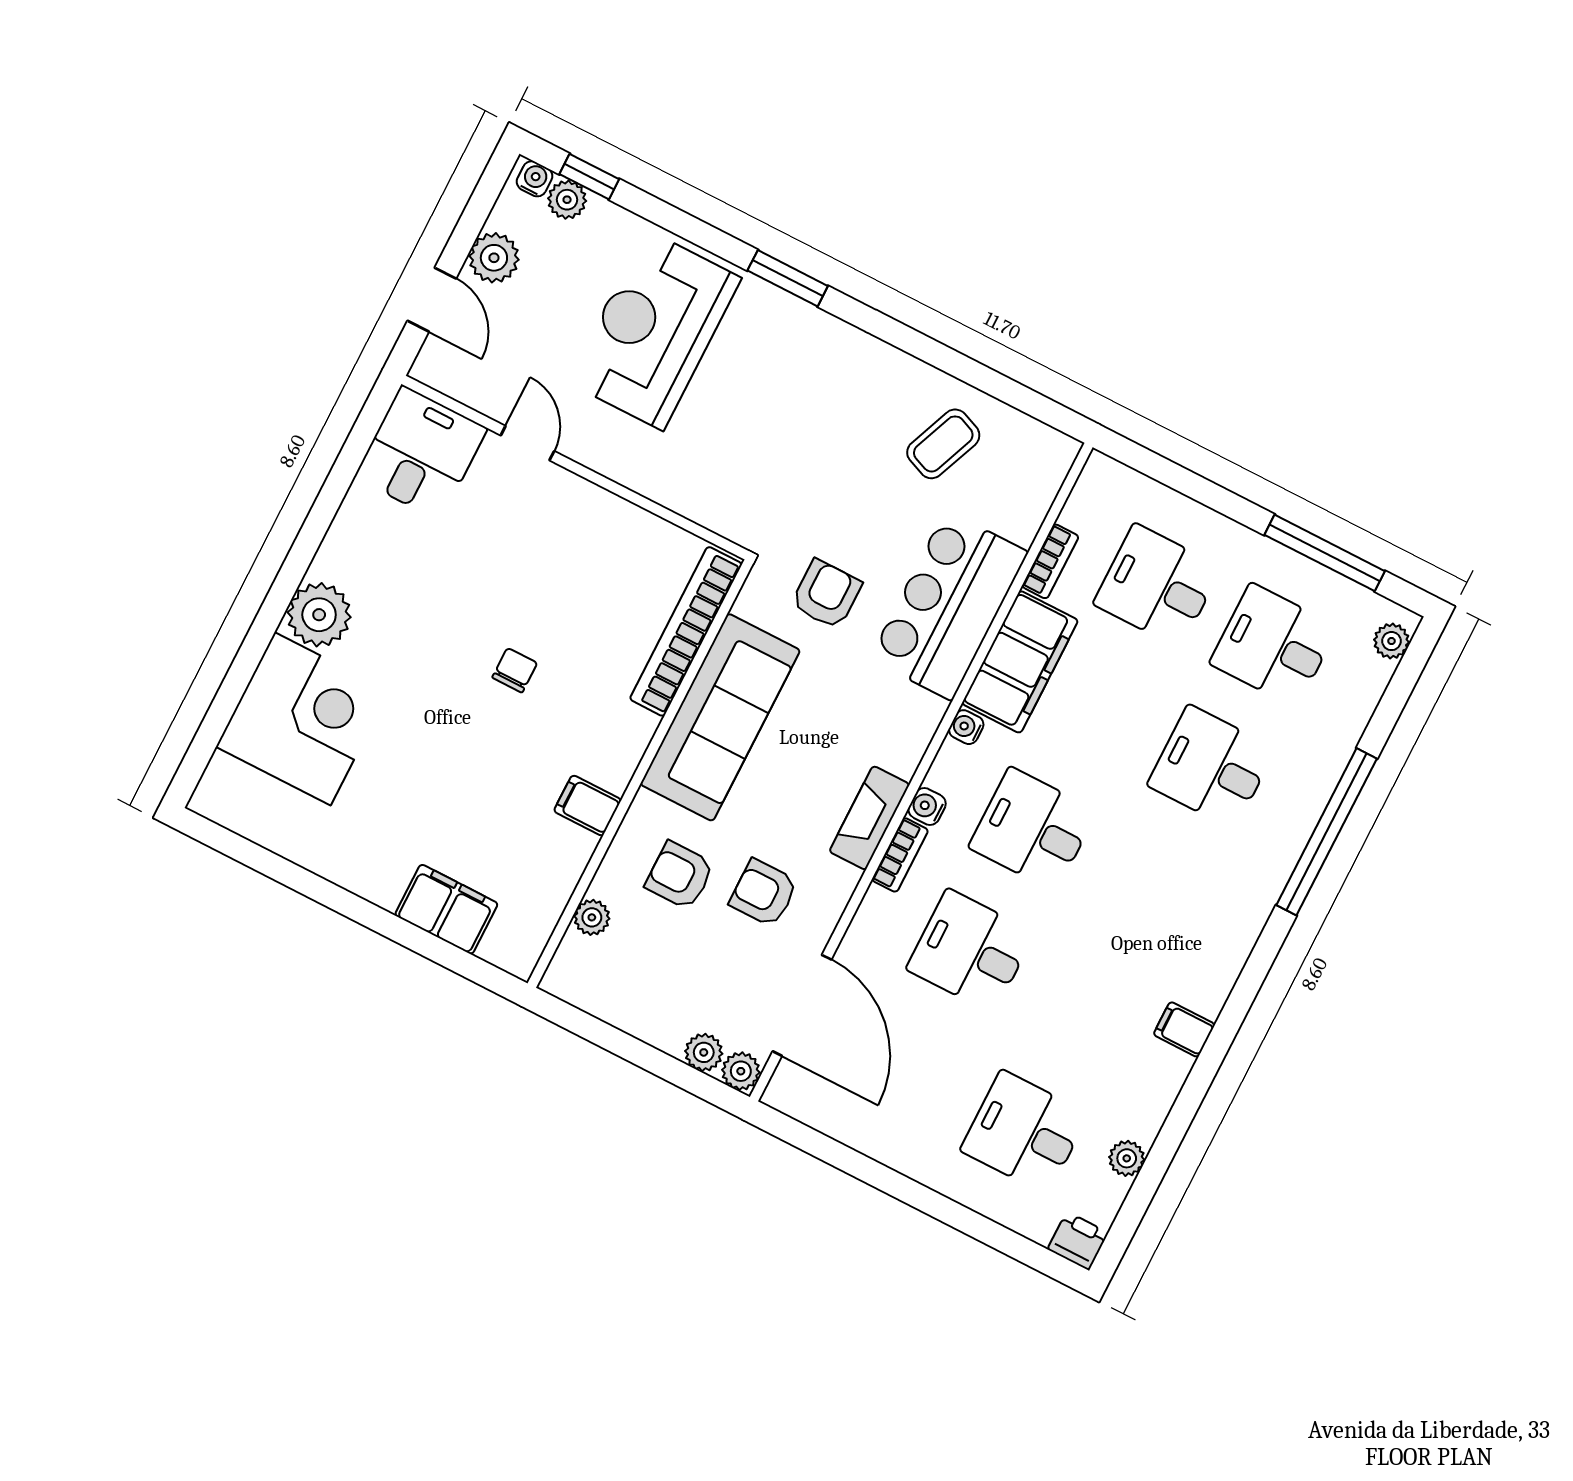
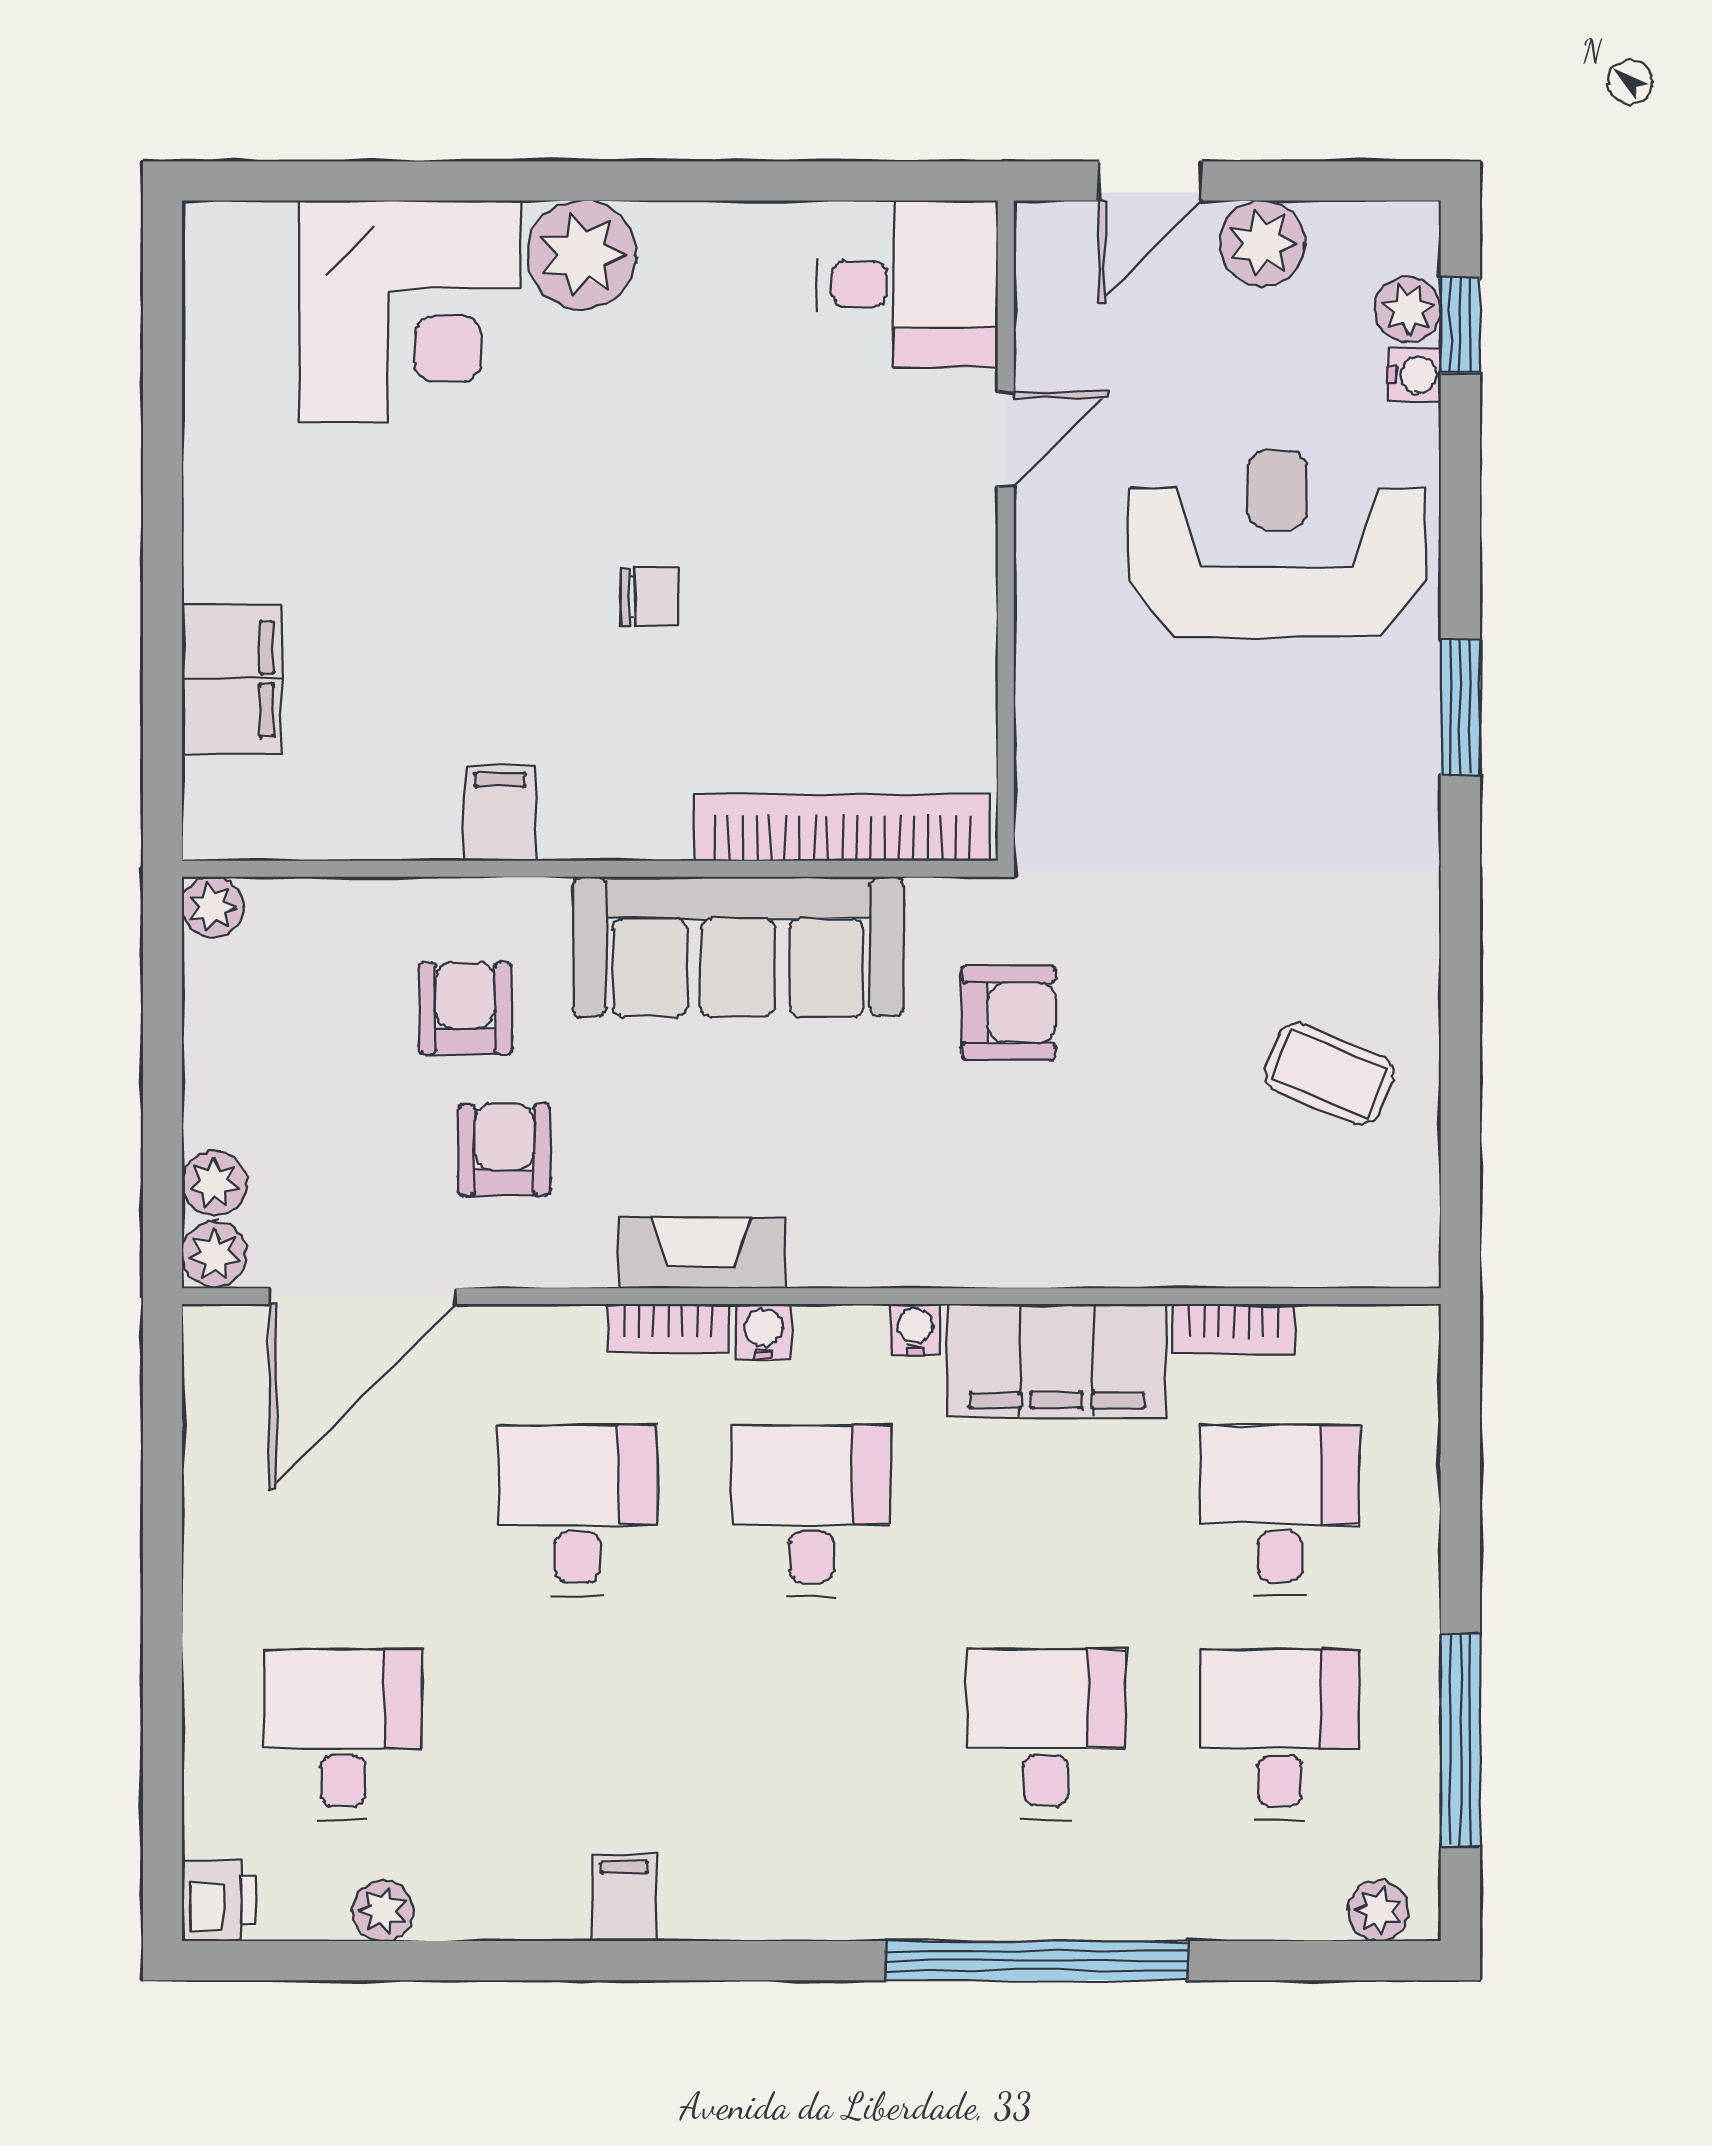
water cooler: (535, 179) -> (1414, 375), moved
bar counter: (949, 606) -> (1087, 1208), removed
plant: (592, 917) -> (213, 907), moved

